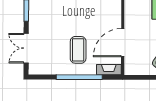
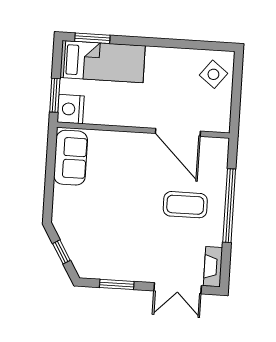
fireplace: (109, 70) -> (213, 267), moved

